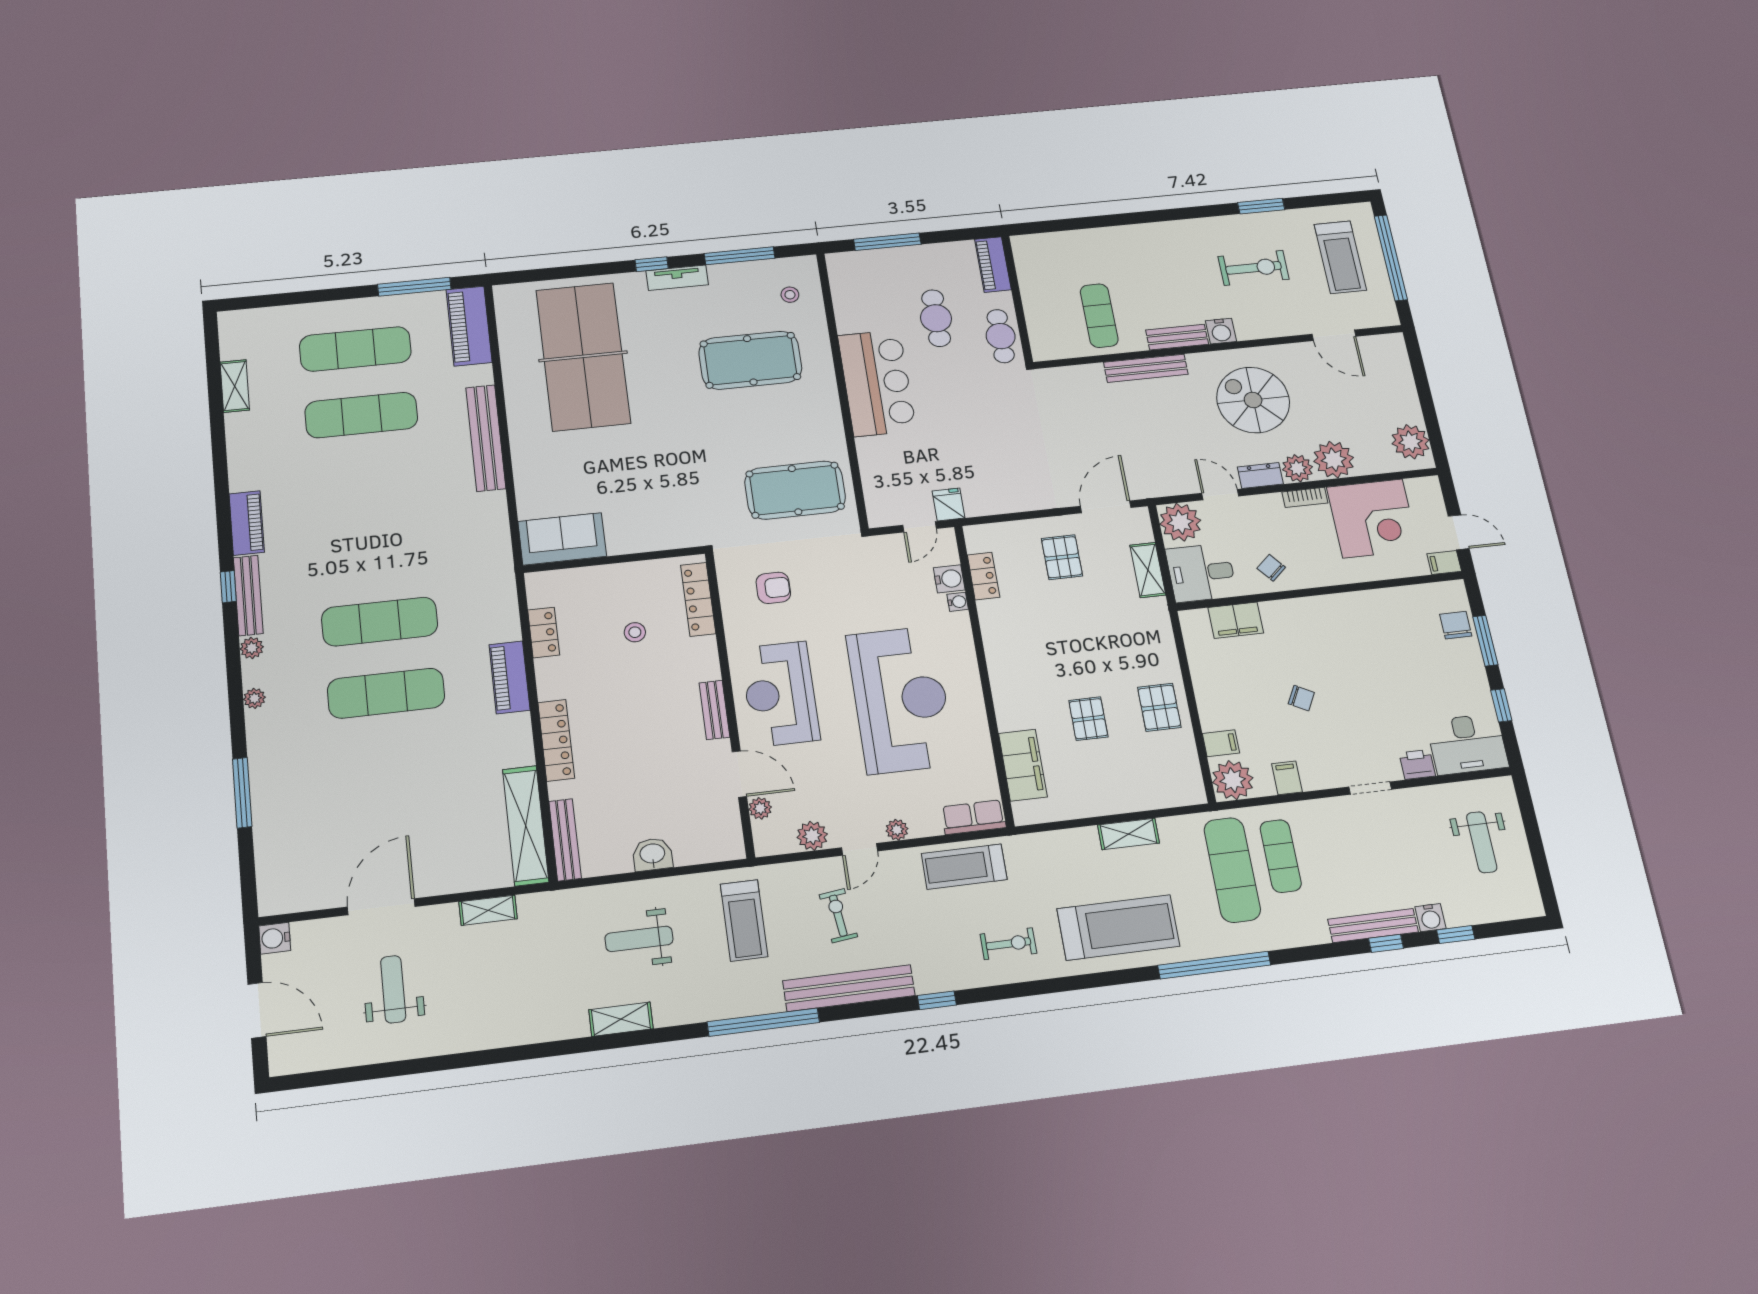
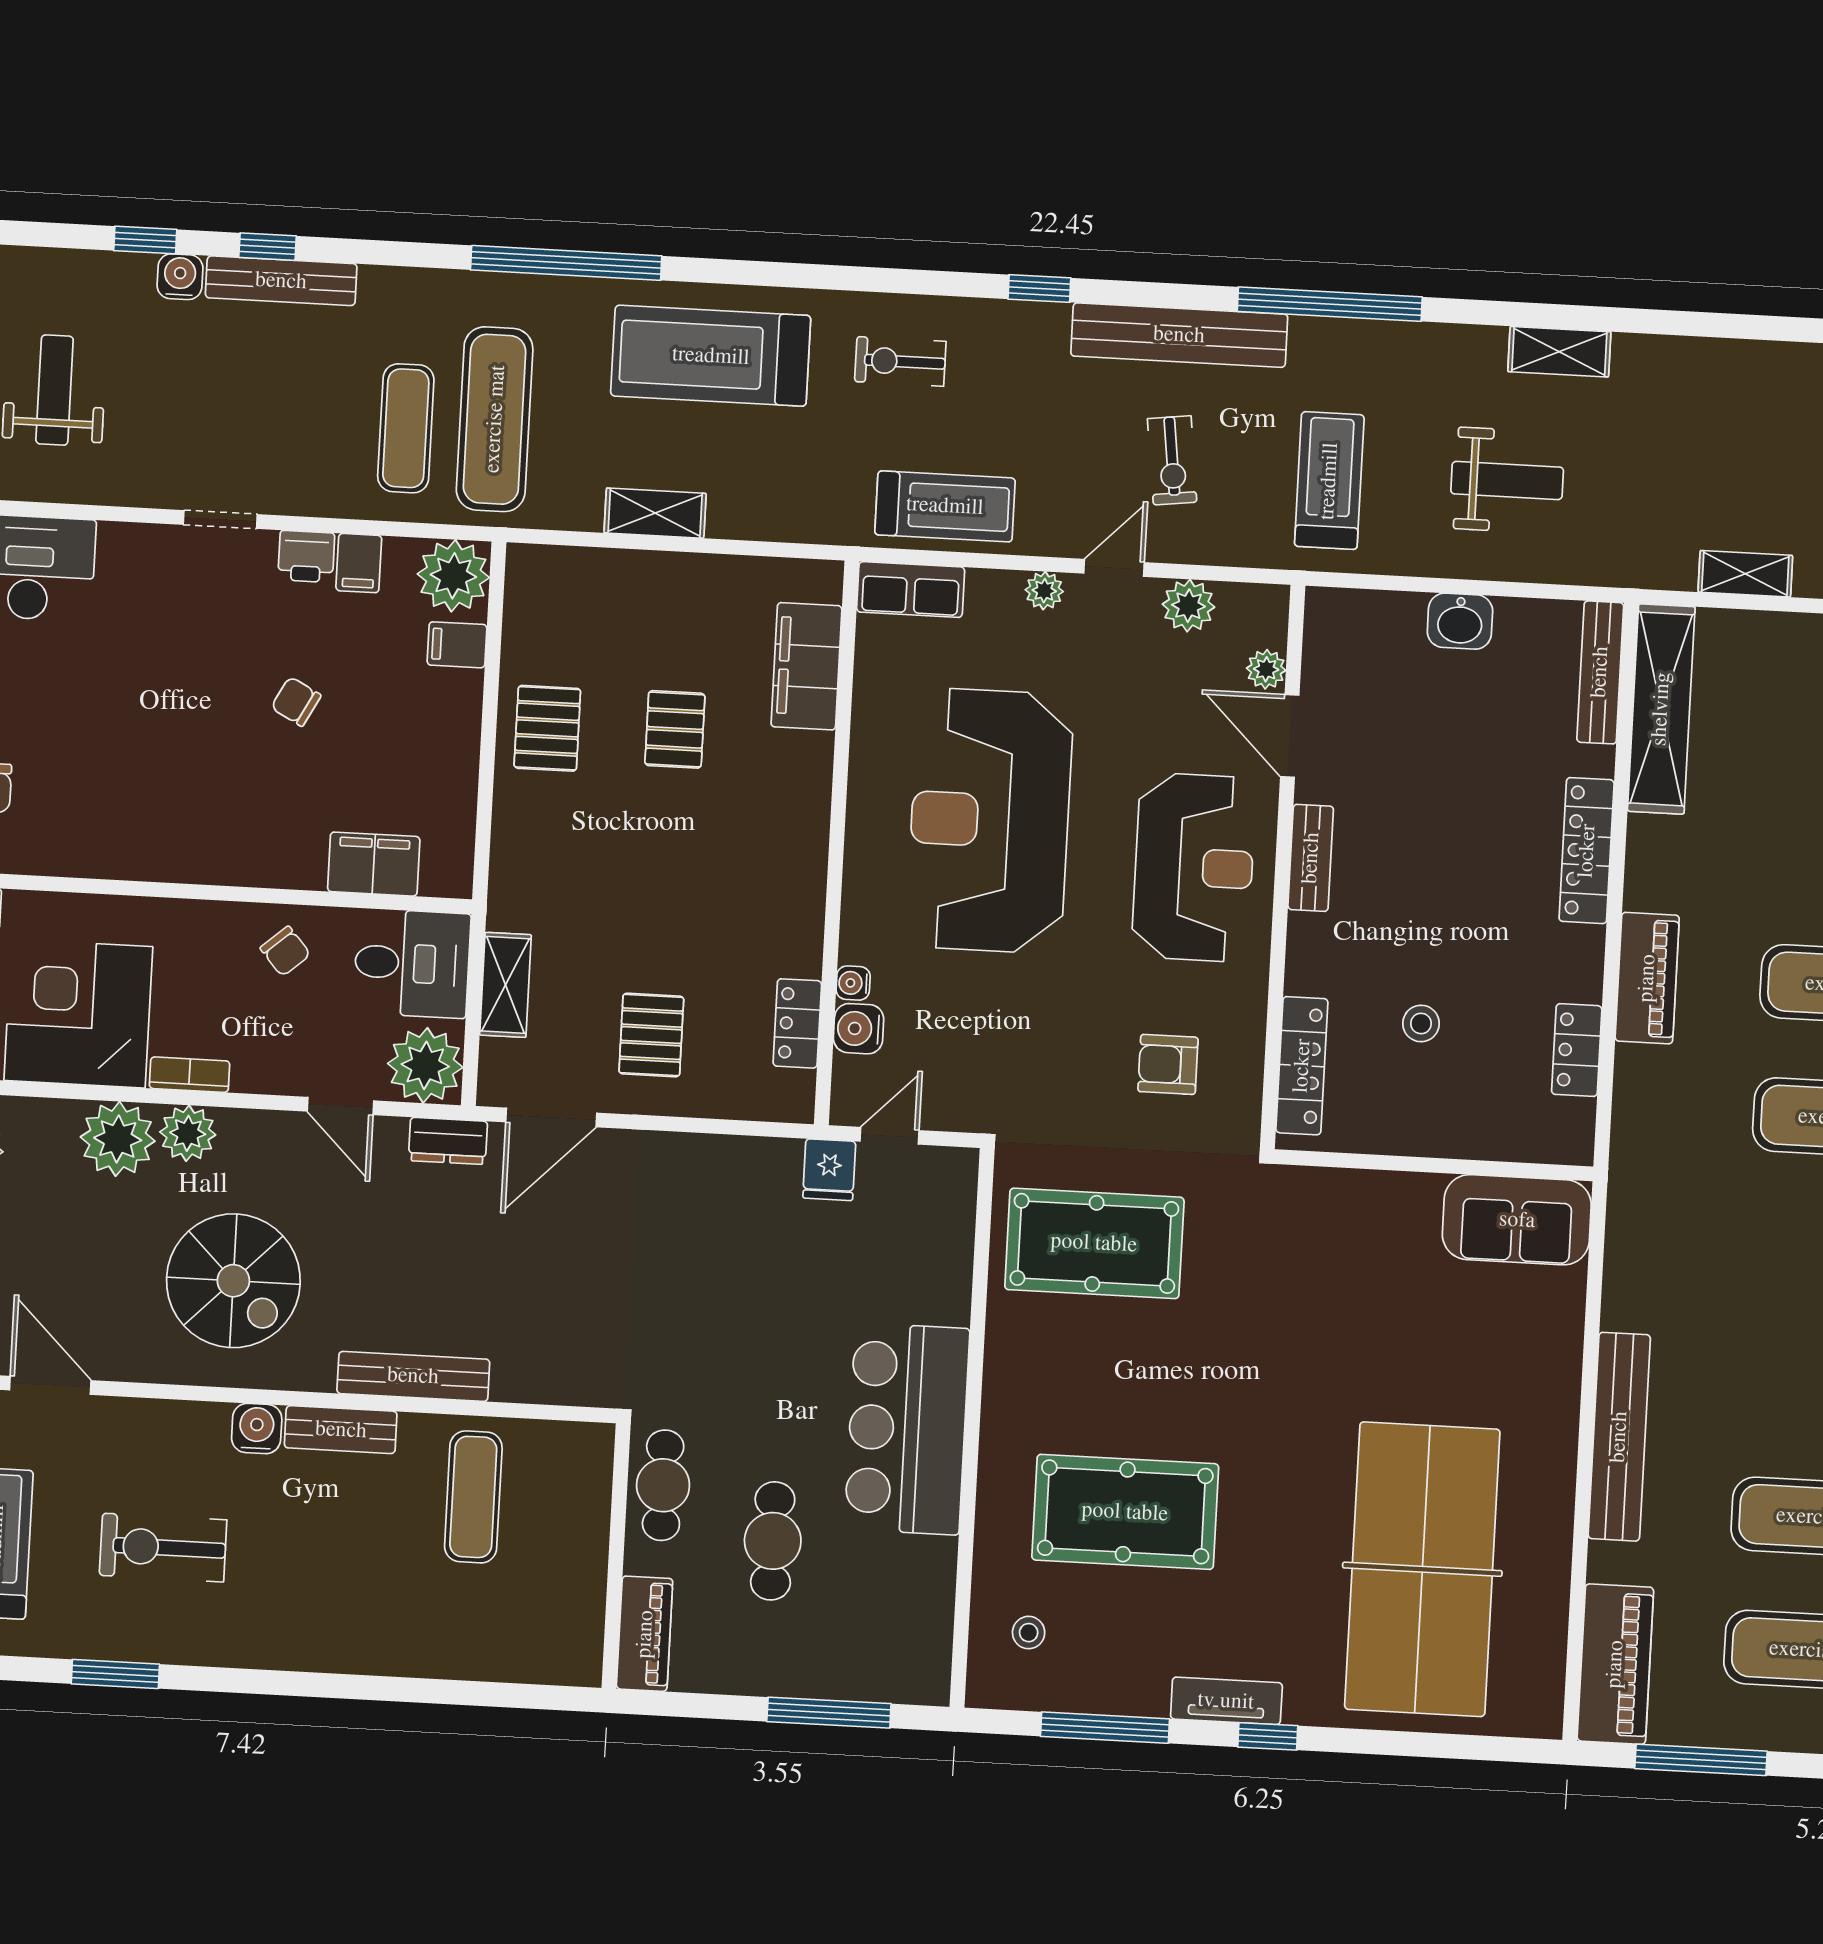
dresser: (1260, 475) -> (448, 1141), moved
printer: (1417, 764) -> (306, 556), moved

